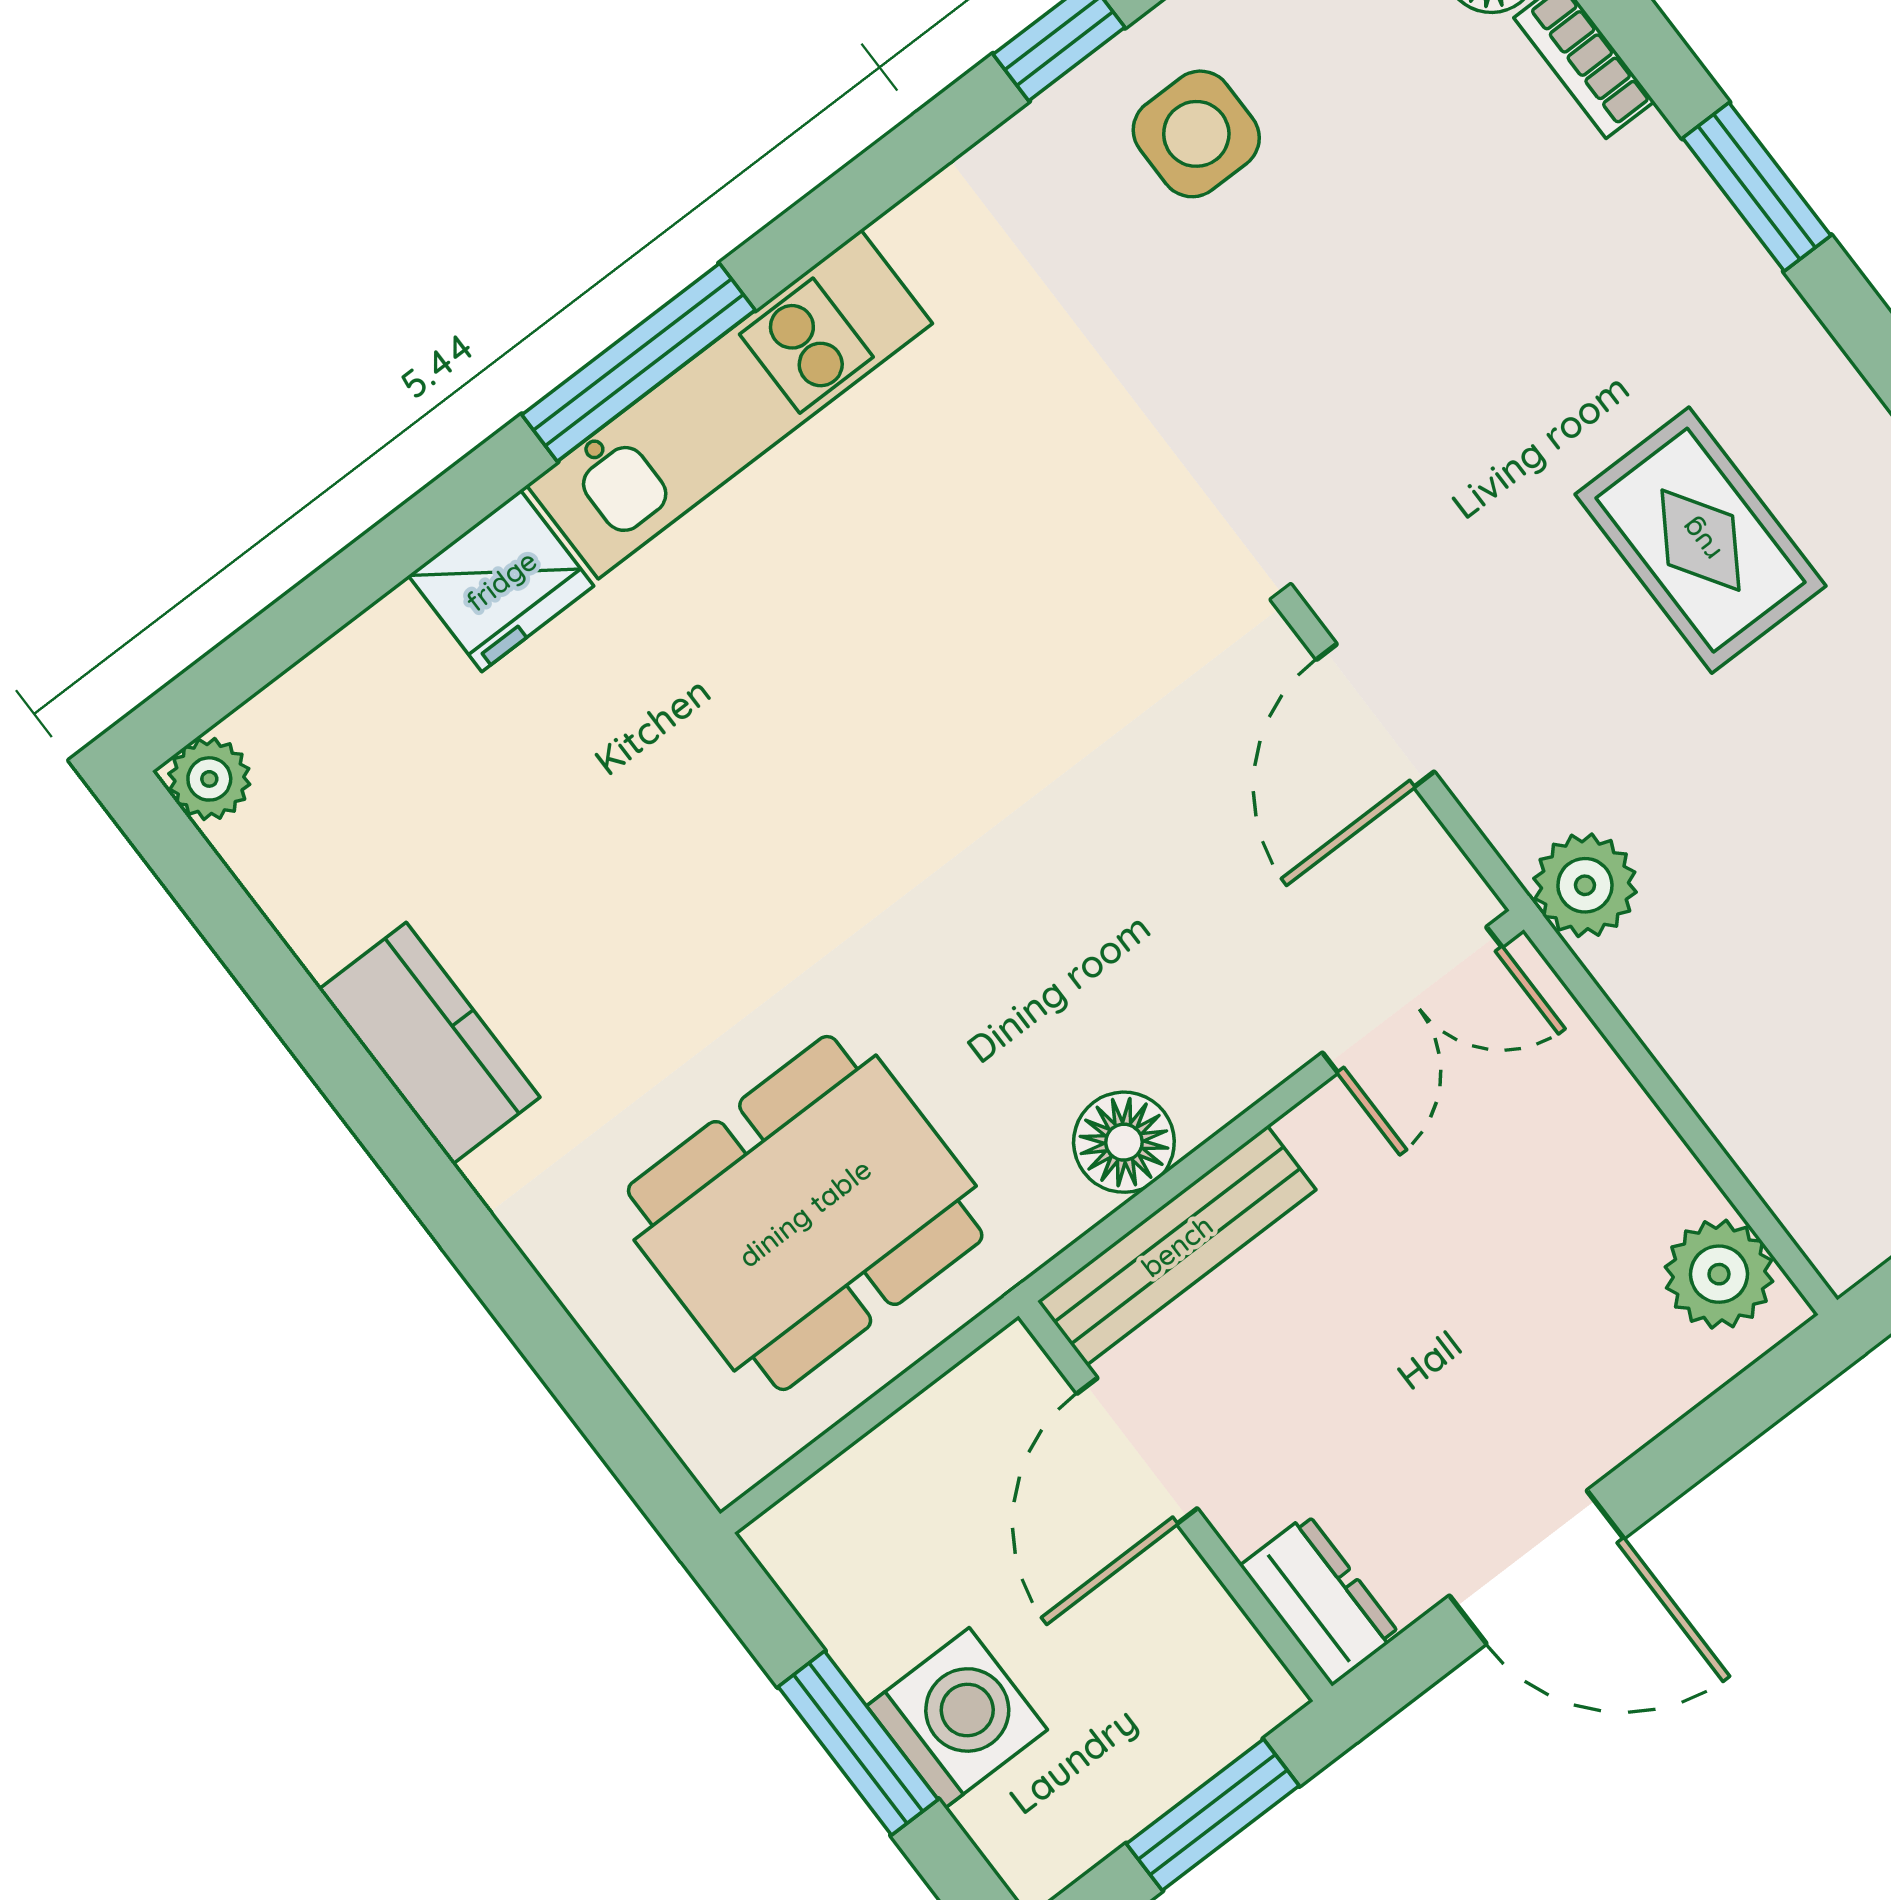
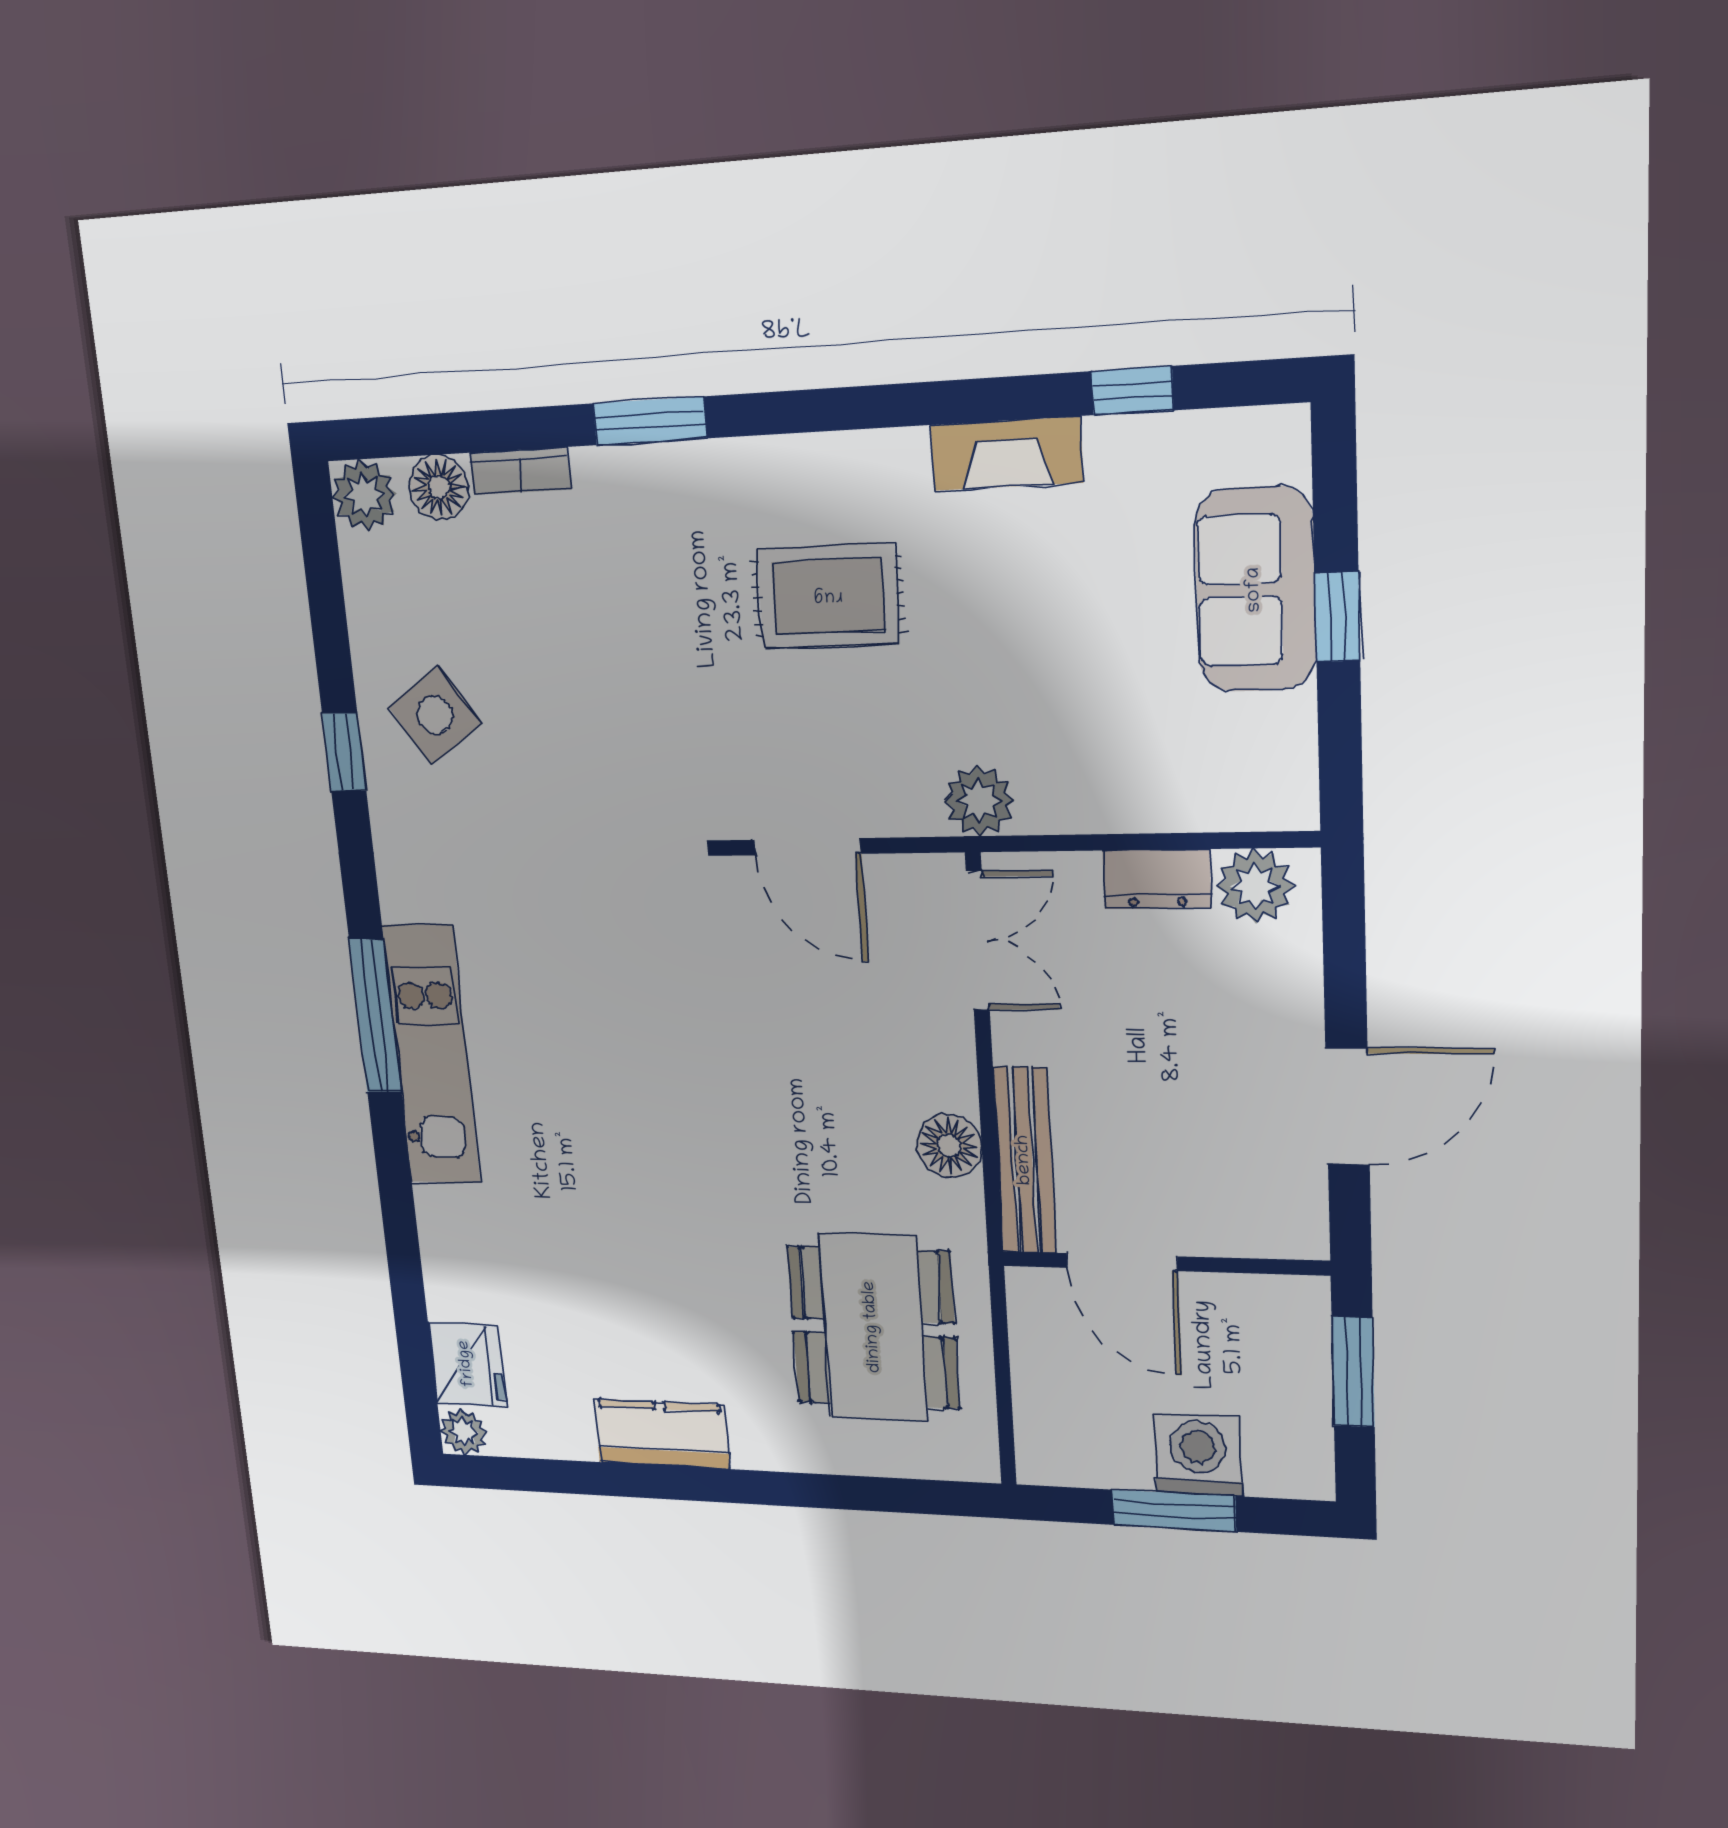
side table: (1196, 134) -> (435, 715), turned -34
window: (638, 362) -> (375, 1016), moved
fridge: (501, 581) -> (467, 1364), moved
dresser: (1320, 1600) -> (1157, 879), moved, turned 180

